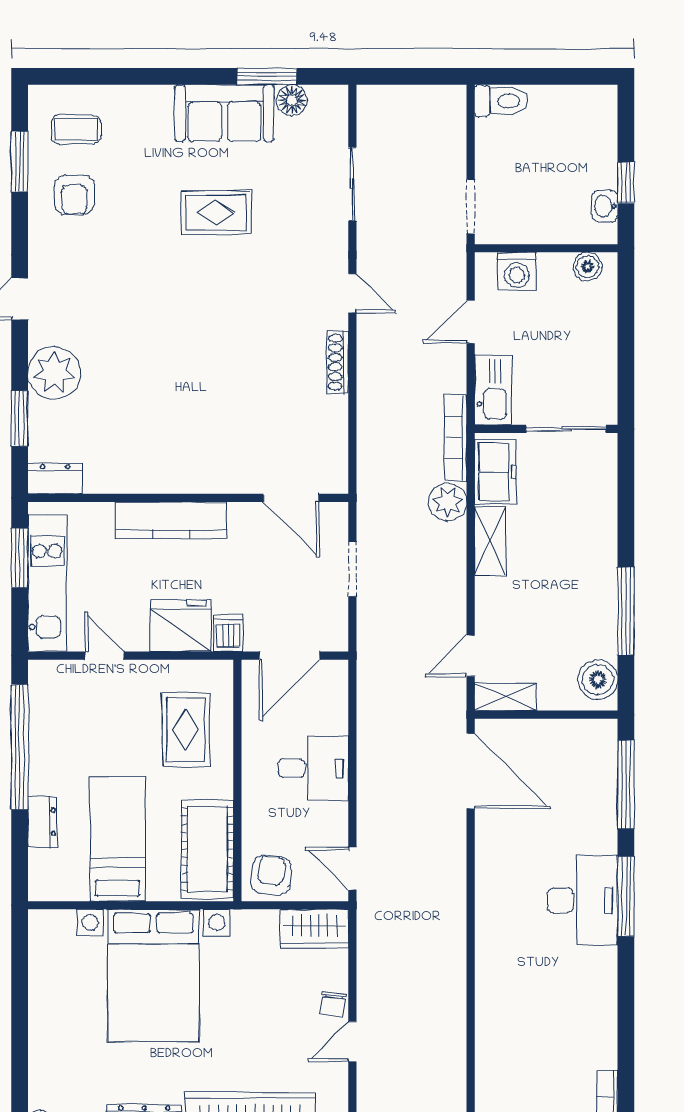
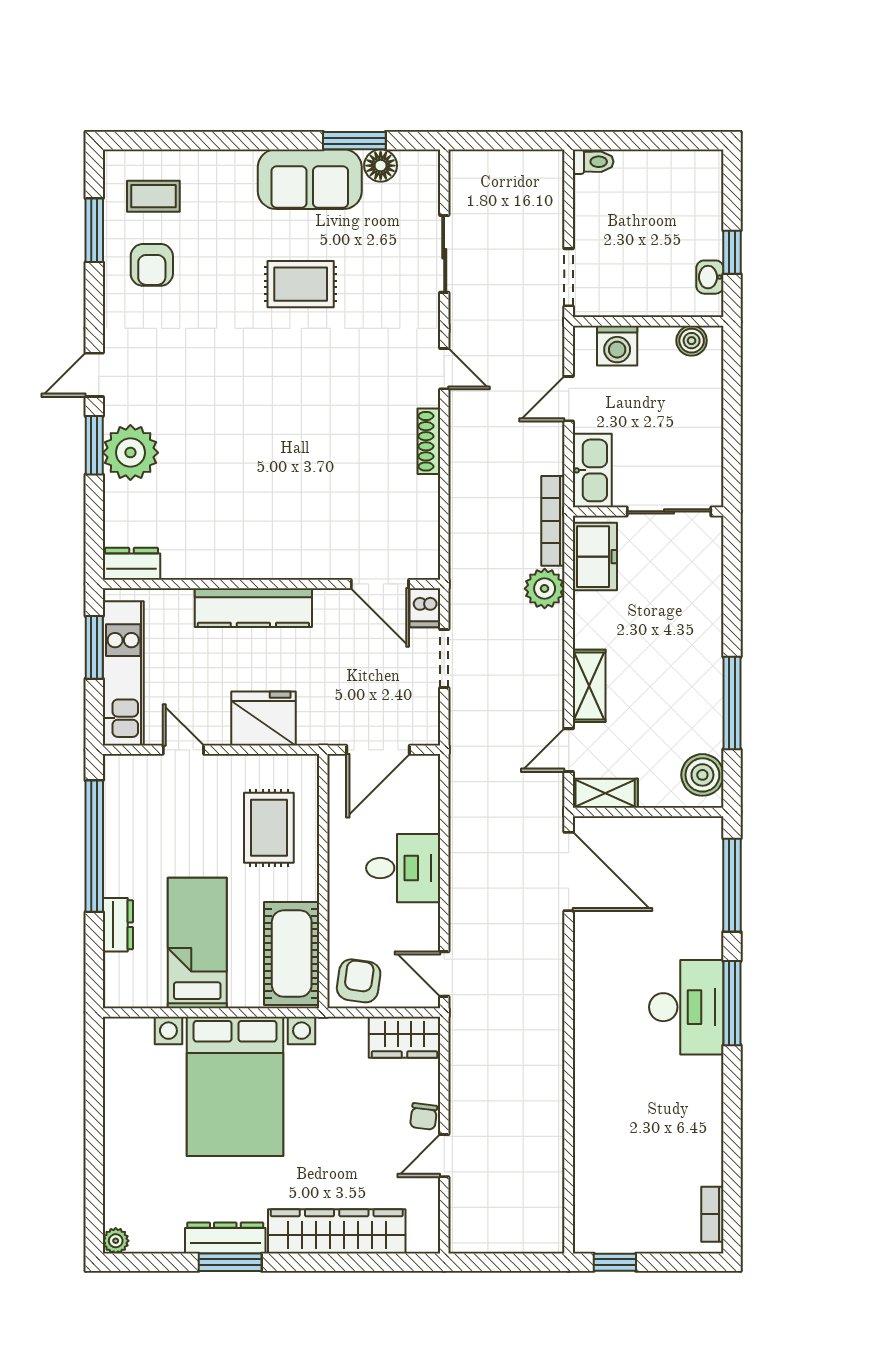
toilet: (501, 101) -> (593, 162), width x0.73, depth x0.72
window: (20, 419) -> (94, 445), moved
shelving: (490, 541) -> (589, 686), moved
dishwasher: (228, 633) -> (425, 608), moved, turned 180

